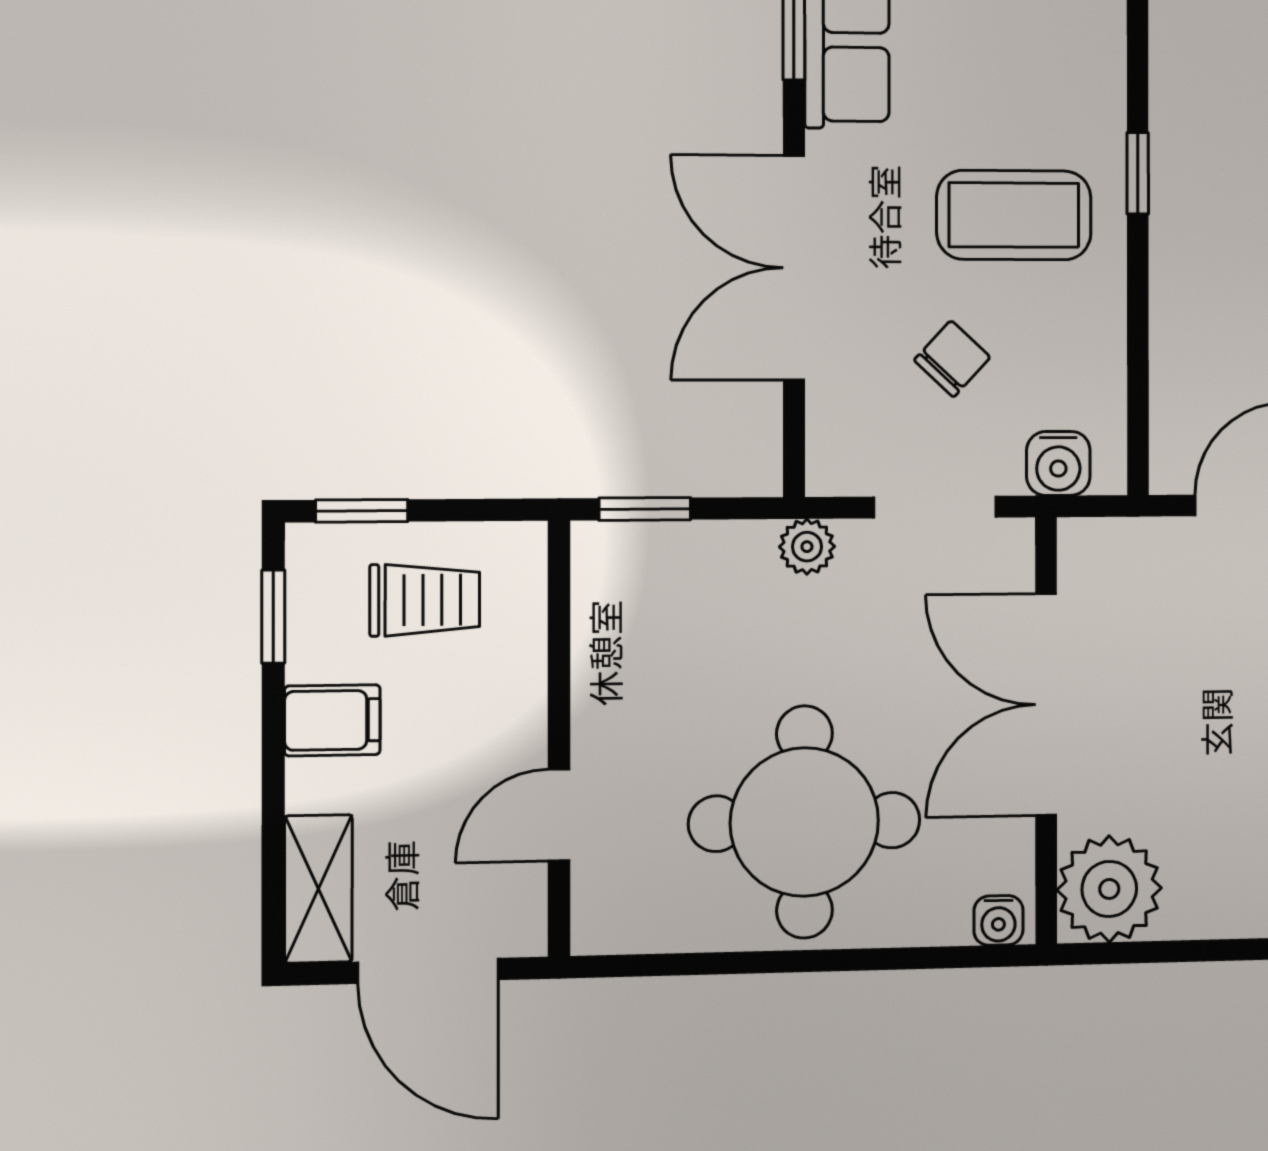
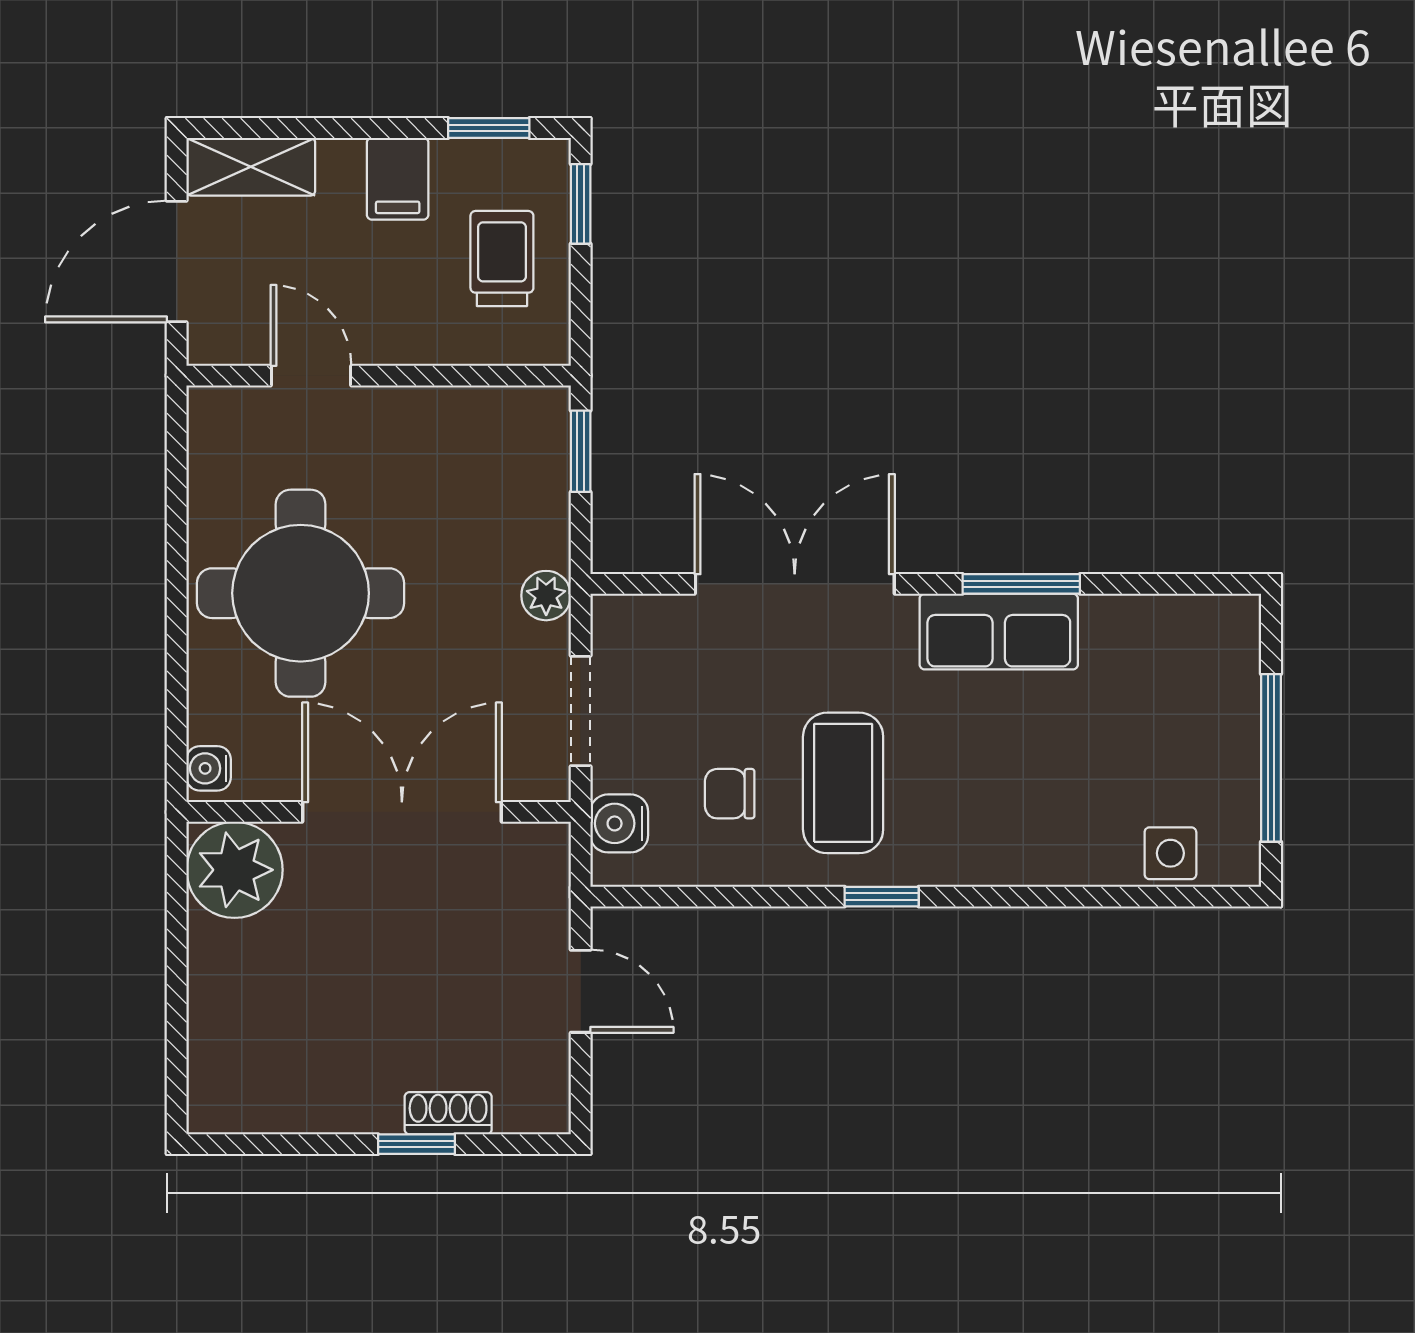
chair: (952, 359) -> (730, 794), moved, turned 137
trolley: (425, 600) -> (502, 259), turned 180

